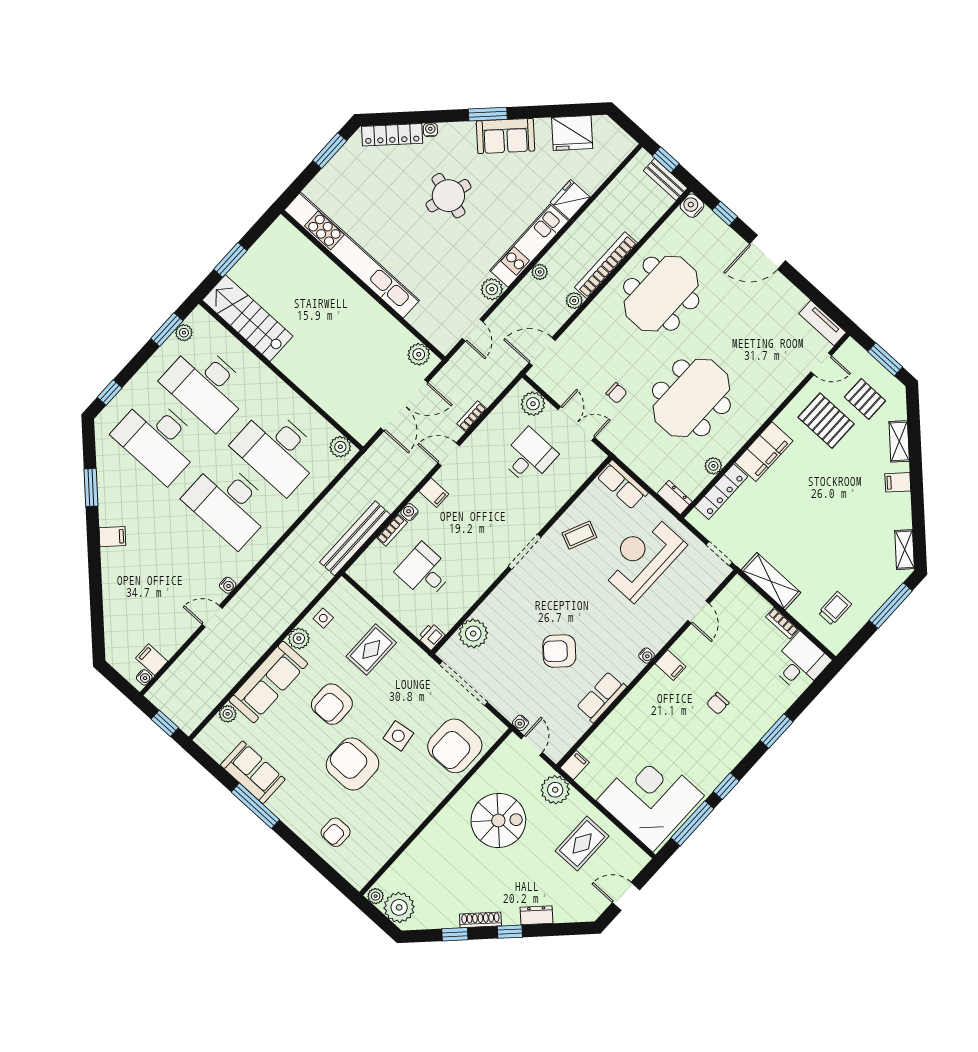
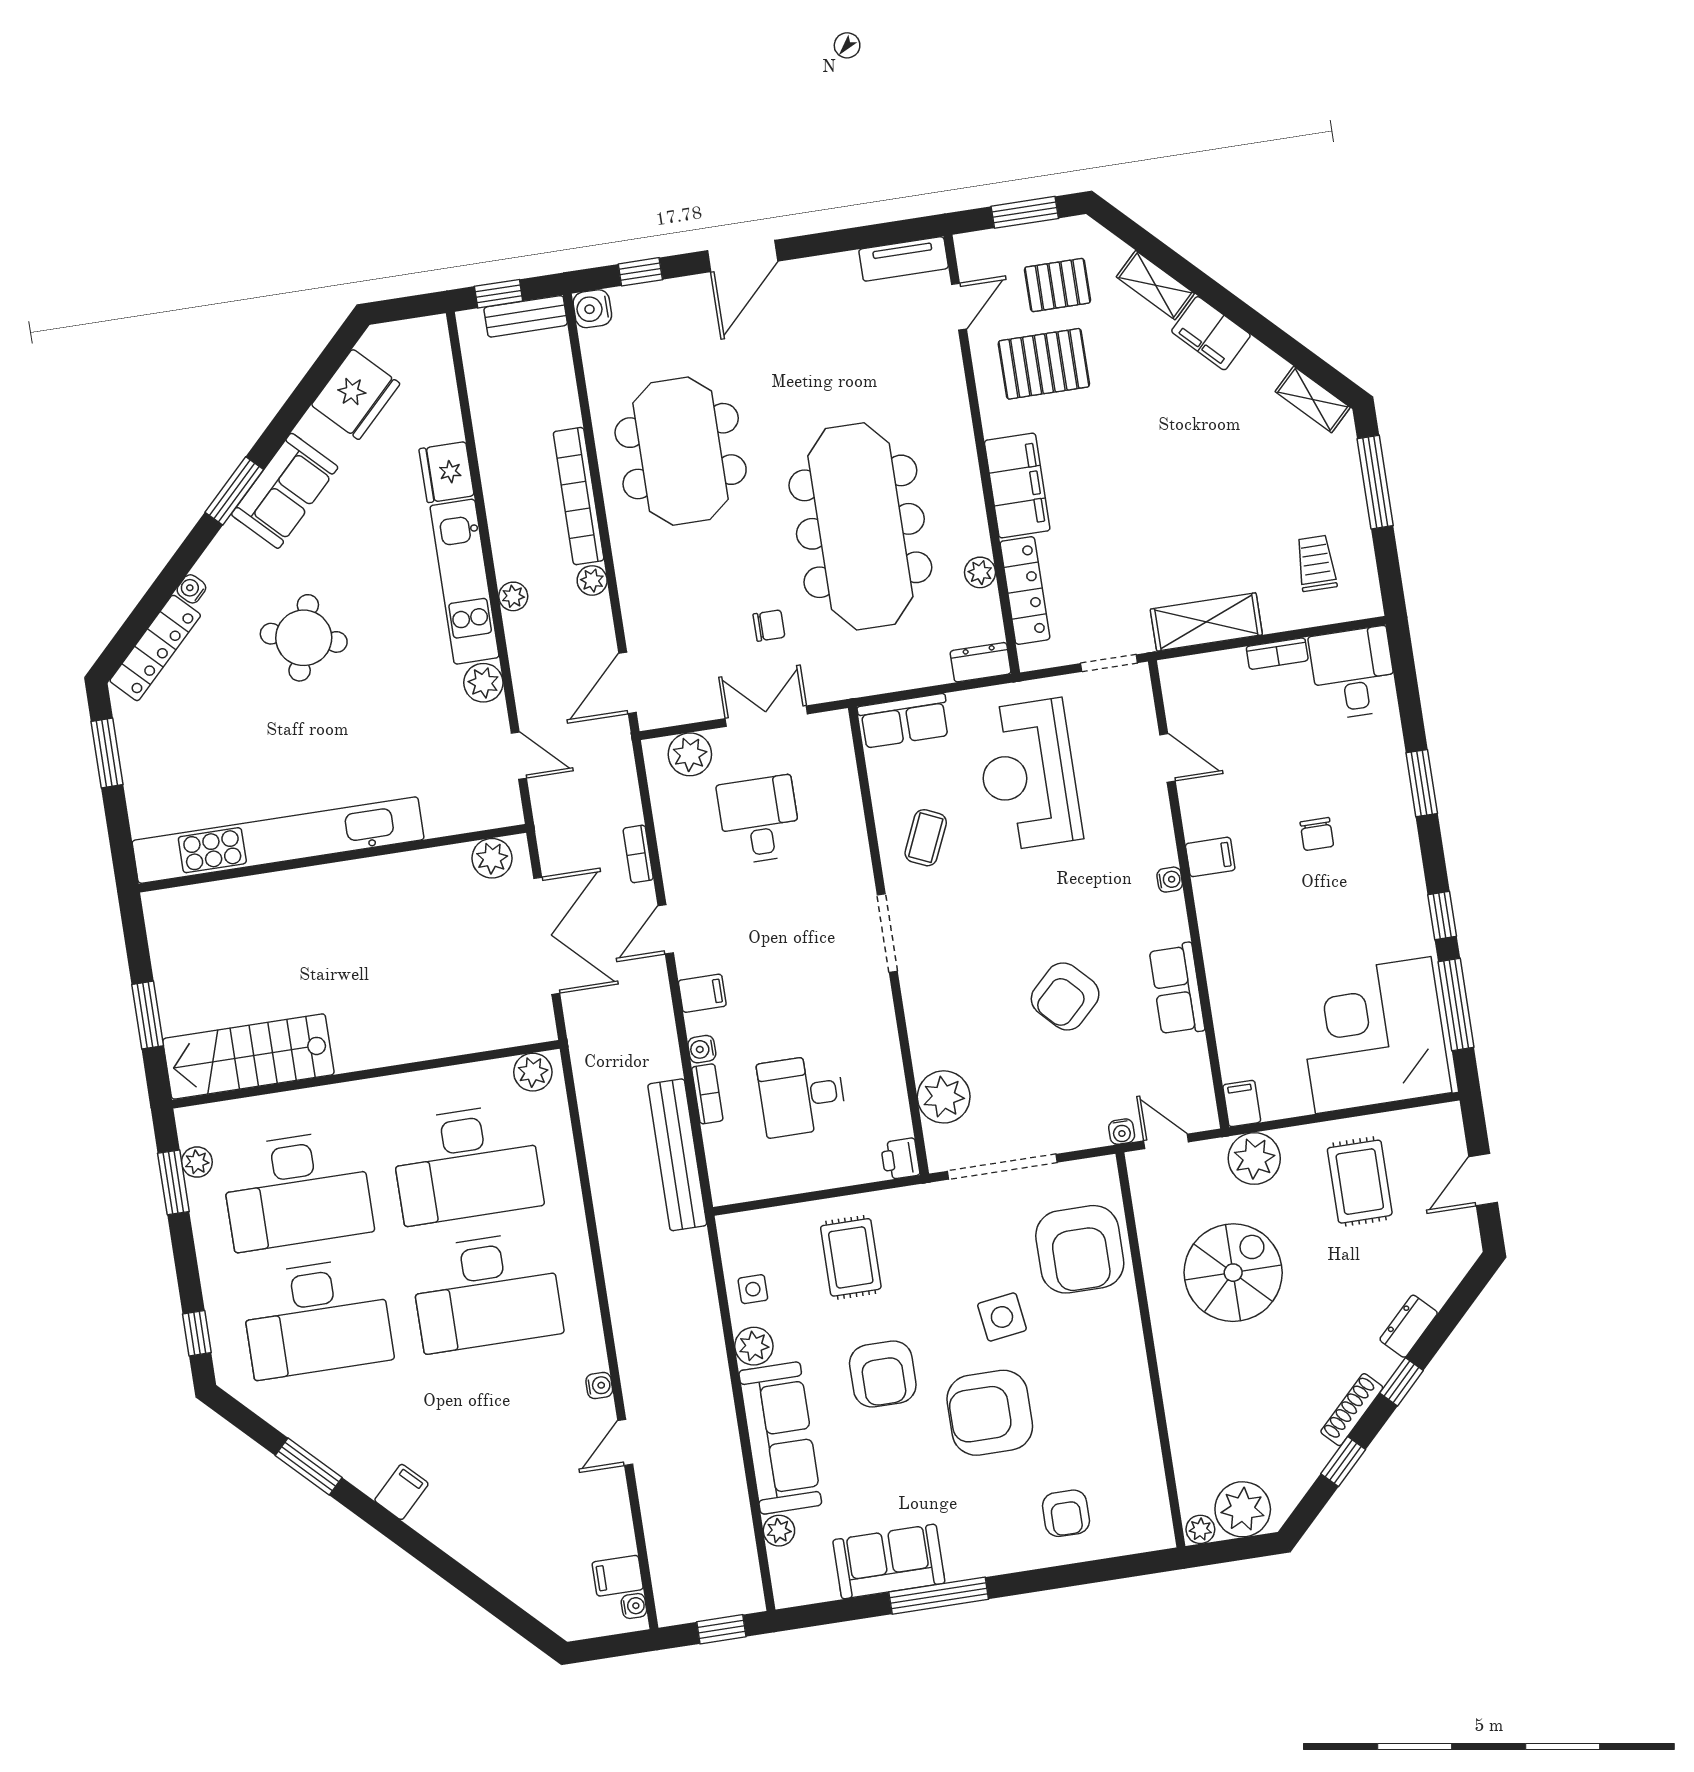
meeting table: (691, 398) -> (860, 526), width x1.36
filing cabinet: (898, 482) -> (1211, 333), width x2.00

